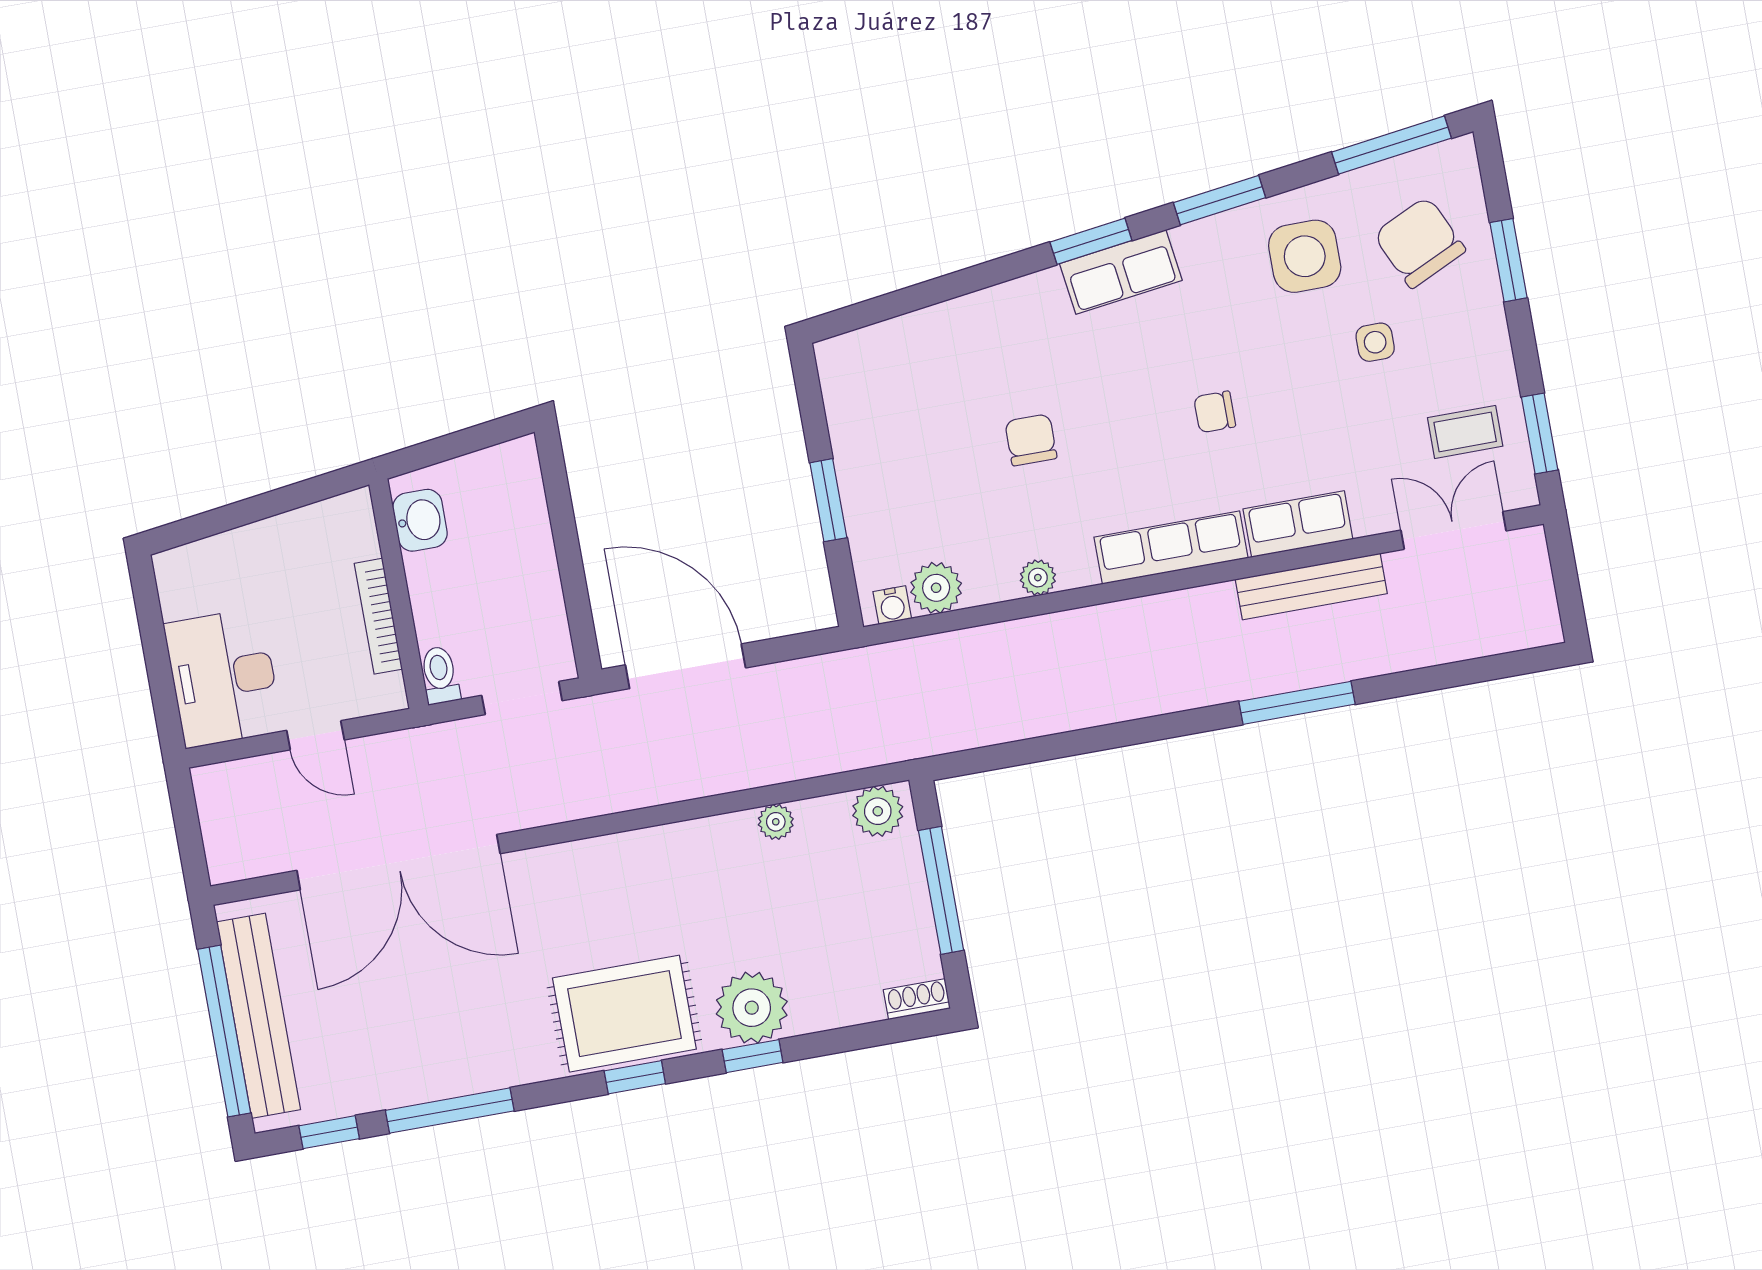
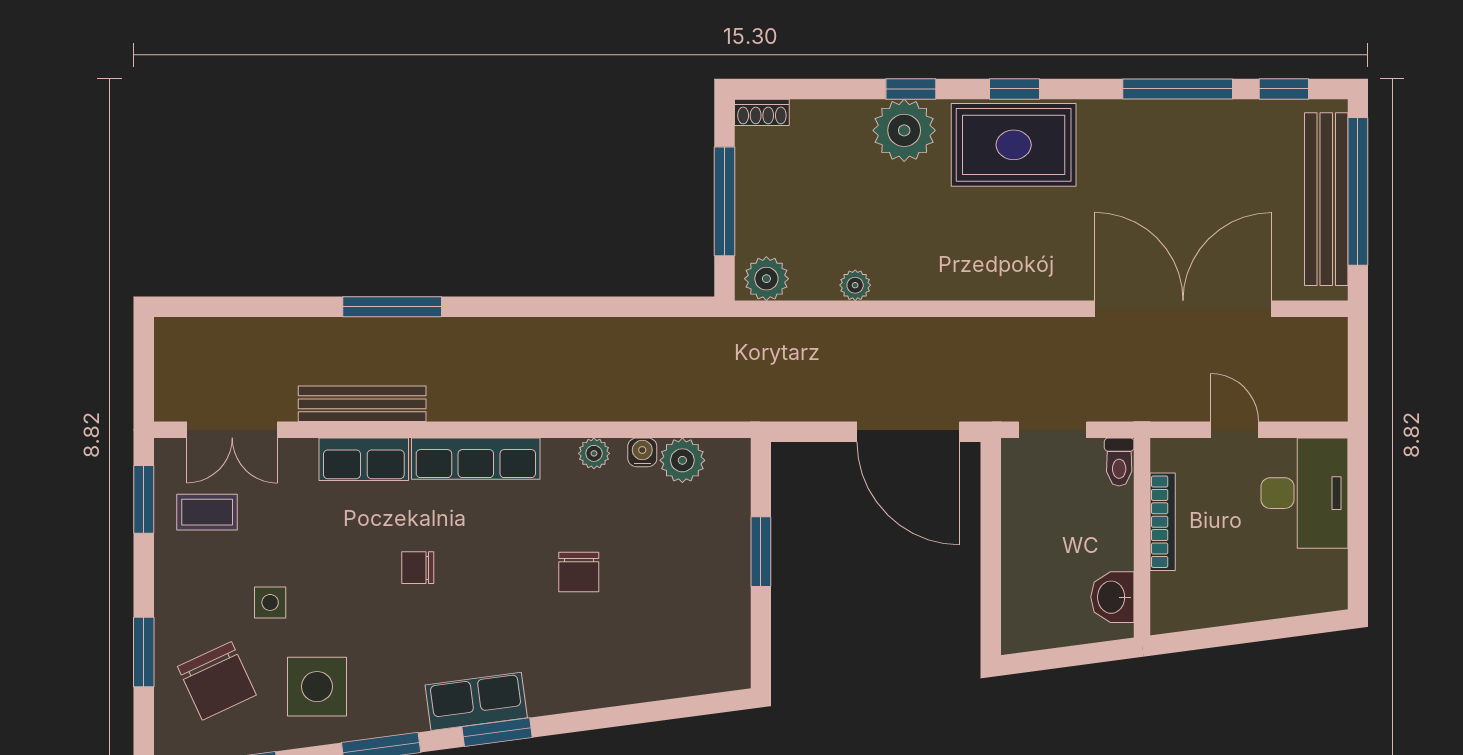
chair: (1215, 412) -> (418, 568), turned 180
water cooler: (892, 605) -> (642, 452), moved

